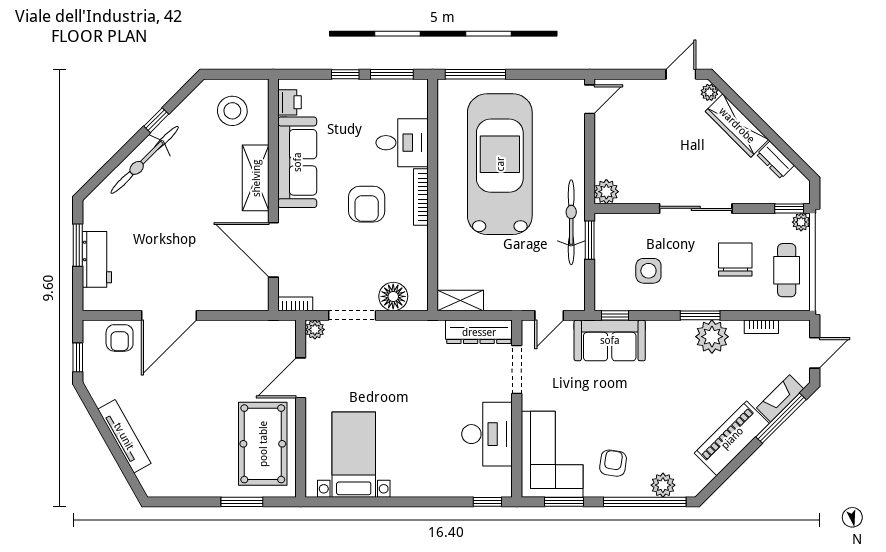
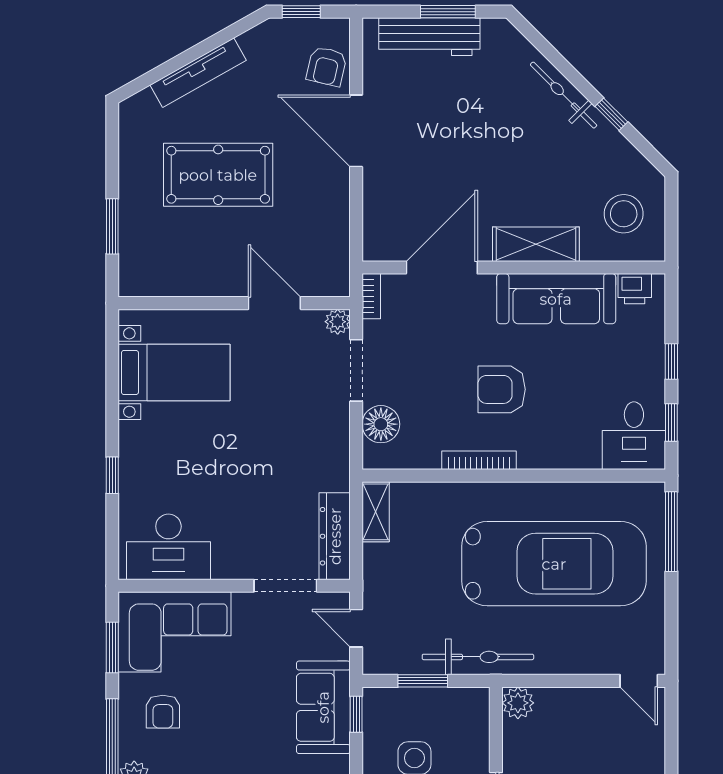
window: (392, 74) -> (671, 422), width x0.67
desk: (402, 143) -> (634, 436), moved
bicycle: (145, 160) -> (564, 95), width x0.73, depth x0.71
bookcase: (421, 197) -> (479, 460), moved
window: (590, 240) -> (423, 681), moved
workbench: (97, 259) -> (429, 37), width x1.38
armchair: (120, 338) -> (327, 66), turned -77
desk: (487, 434) -> (168, 547), moved
pool table: (263, 444) -> (218, 175), moved
armchair: (613, 463) -> (163, 712), turned 82
window: (487, 502) -> (112, 475), moved

